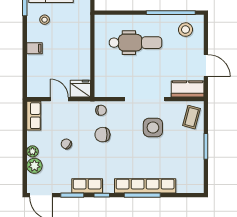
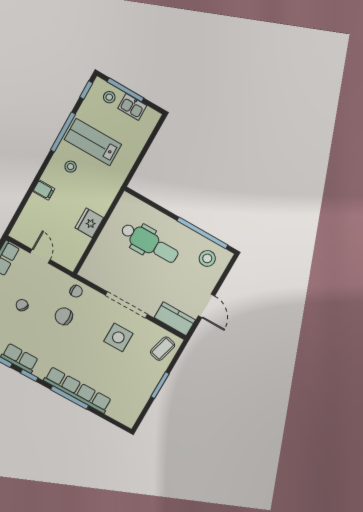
fridge: (80, 89) -> (89, 223), moved, turned -90

